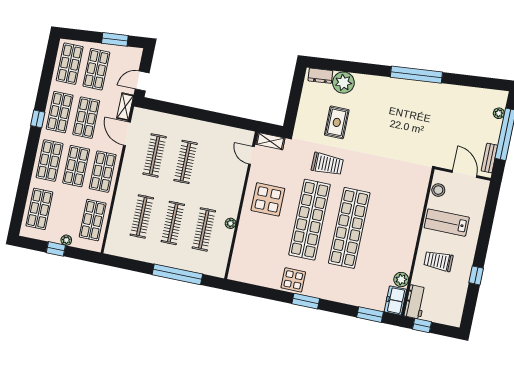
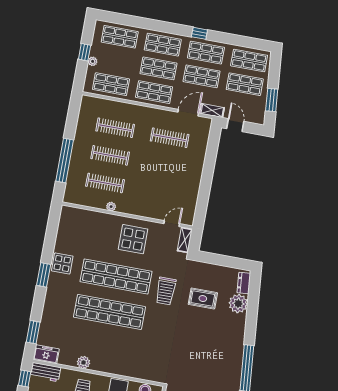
clothes rail: (186, 162) -> (165, 165), removed
plant: (401, 279) -> (83, 362), moved

